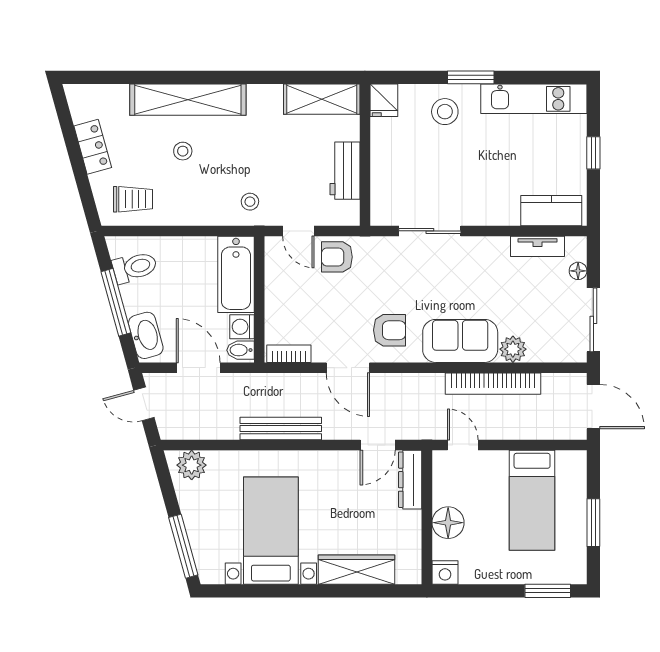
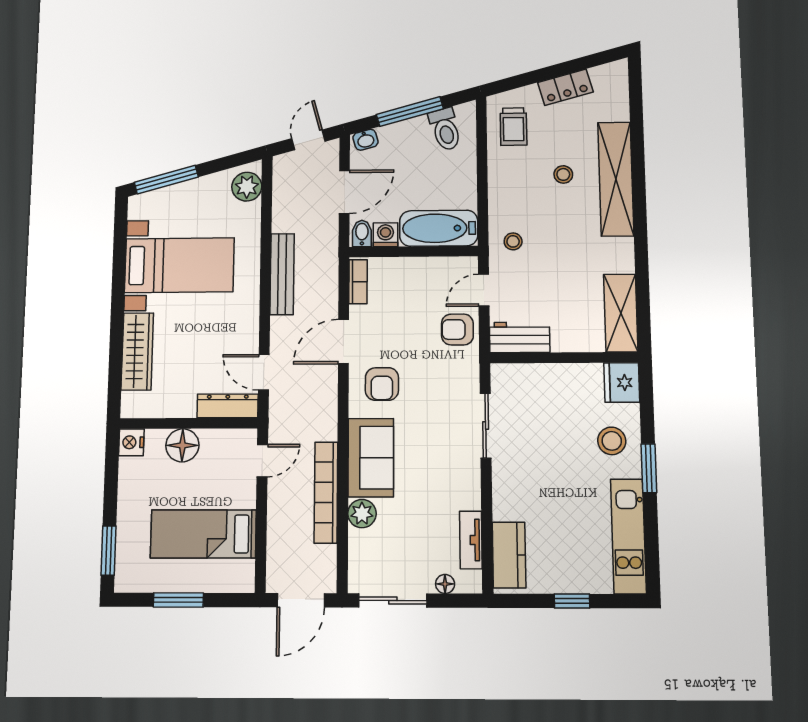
fridge: (384, 100) -> (622, 383), width x1.38
workbench: (345, 171) -> (520, 337), moved
armchair: (337, 257) -> (457, 330), turned -90
washbasin: (146, 335) -> (366, 140), width x0.52, depth x0.69

